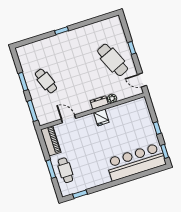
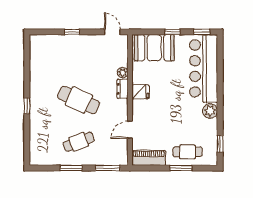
cafe table: (113, 60) -> (79, 100), moved, turned 48
door: (142, 80) -> (112, 32), swing flipped
booth: (140, 117) -> (154, 48), added
plant: (104, 178) -> (210, 111), added

